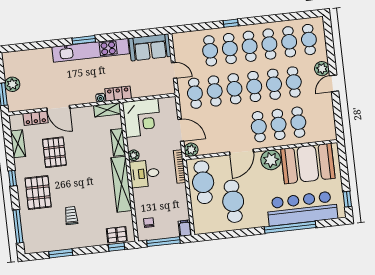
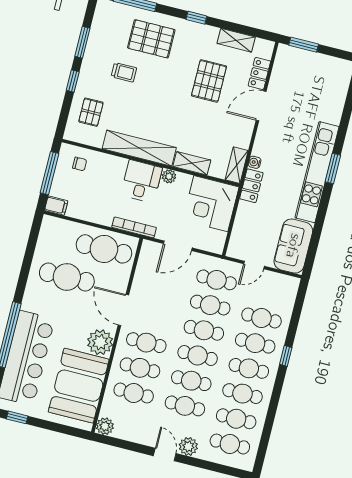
plant: (12, 84) -> (311, 61), removed
plant: (191, 150) -> (105, 426), moved
pallet: (54, 152) -> (209, 81), turned 90
pallet: (38, 192) -> (151, 39), moved
pallet: (117, 235) -> (91, 112), moved
window: (116, 247) -> (73, 81), moved

